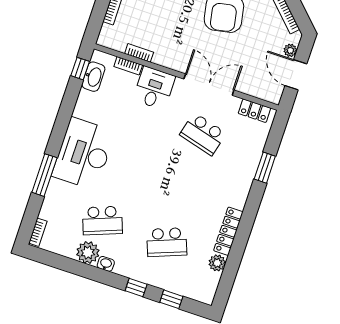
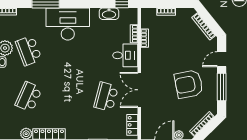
washbasin: (93, 77) -> (109, 14), moved
double door: (209, 85) -> (139, 90), swing flipped
school desk: (167, 242) -> (29, 97), turned 45

